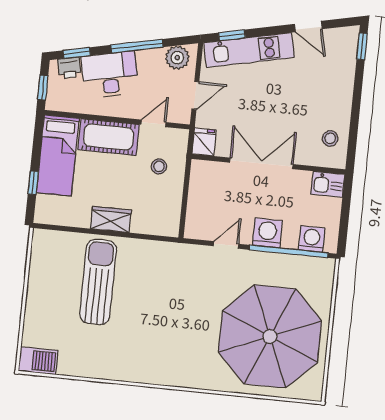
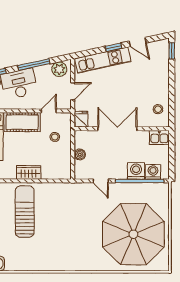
window: (232, 35) -> (114, 47), moved
boiler: (196, 199) -> (80, 155), added
washing machine: (267, 233) -> (136, 171), moved
door: (226, 245) -> (101, 181), swing flipped

